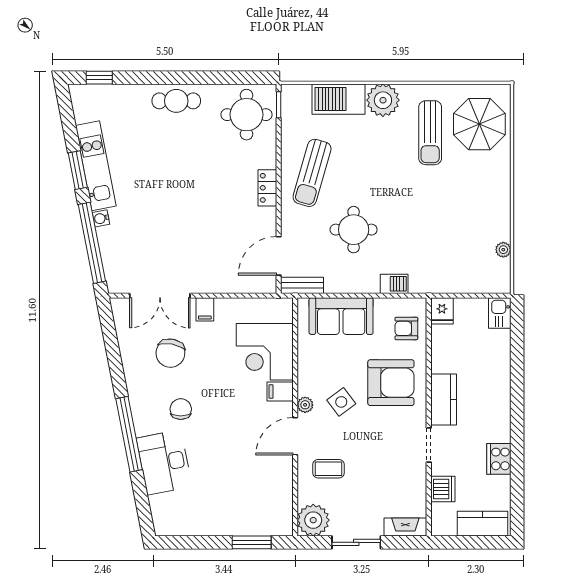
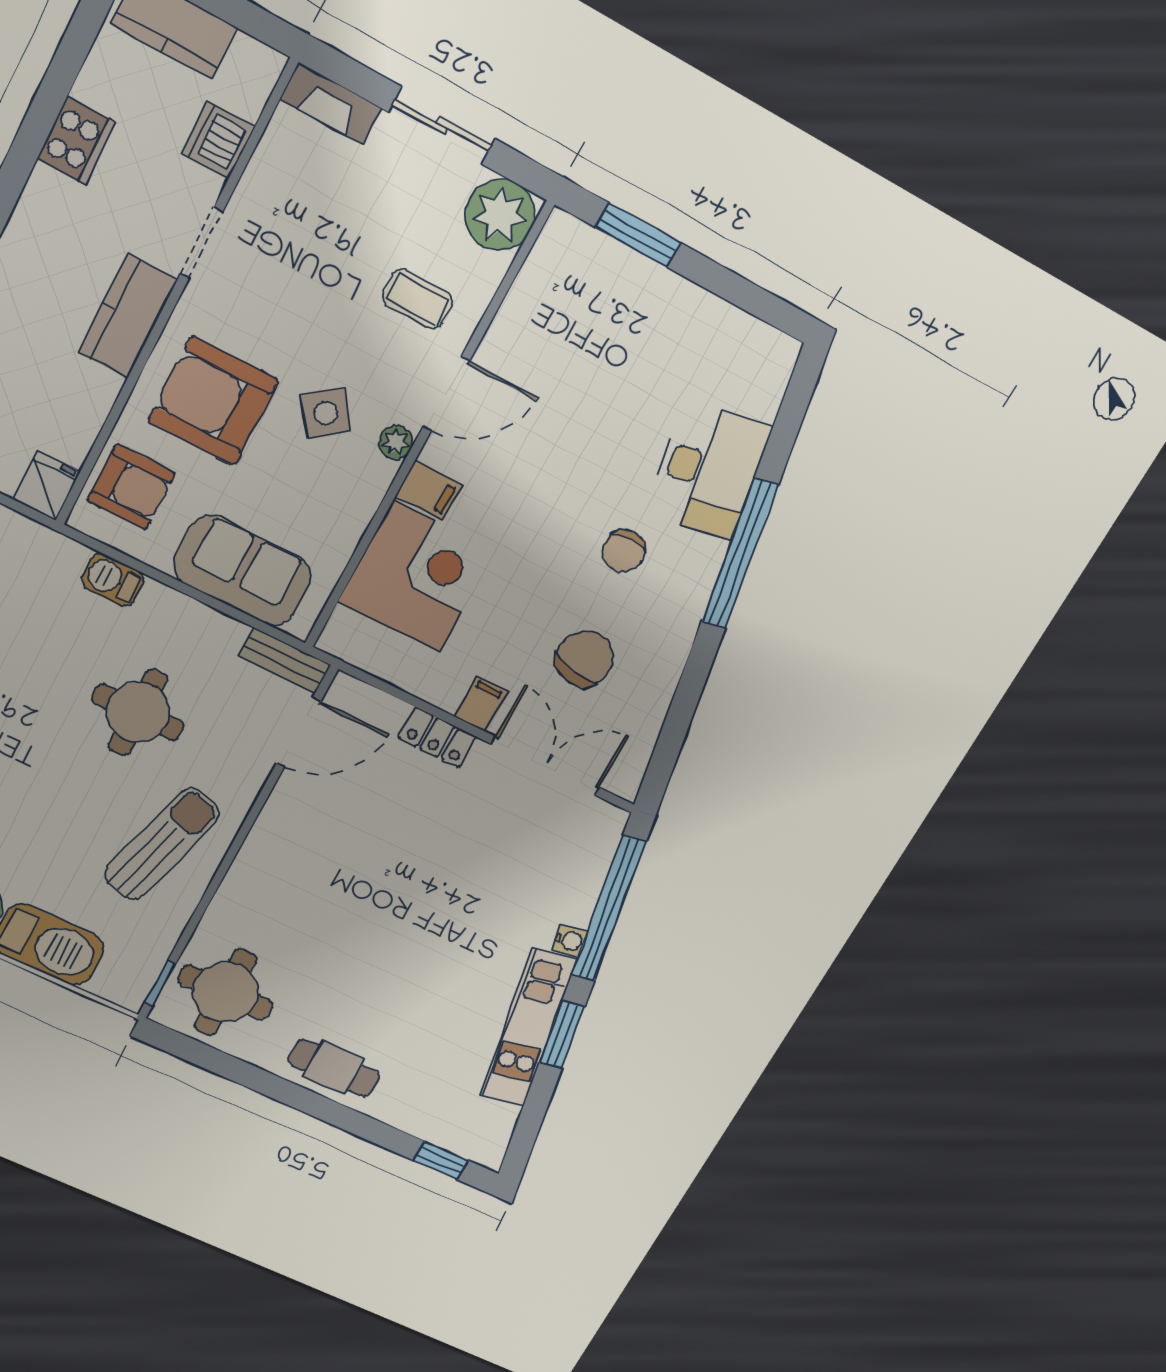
locker: (267, 188) -> (437, 737), moved, turned 90
armchair: (406, 328) -> (131, 487), width x1.38, depth x1.38

